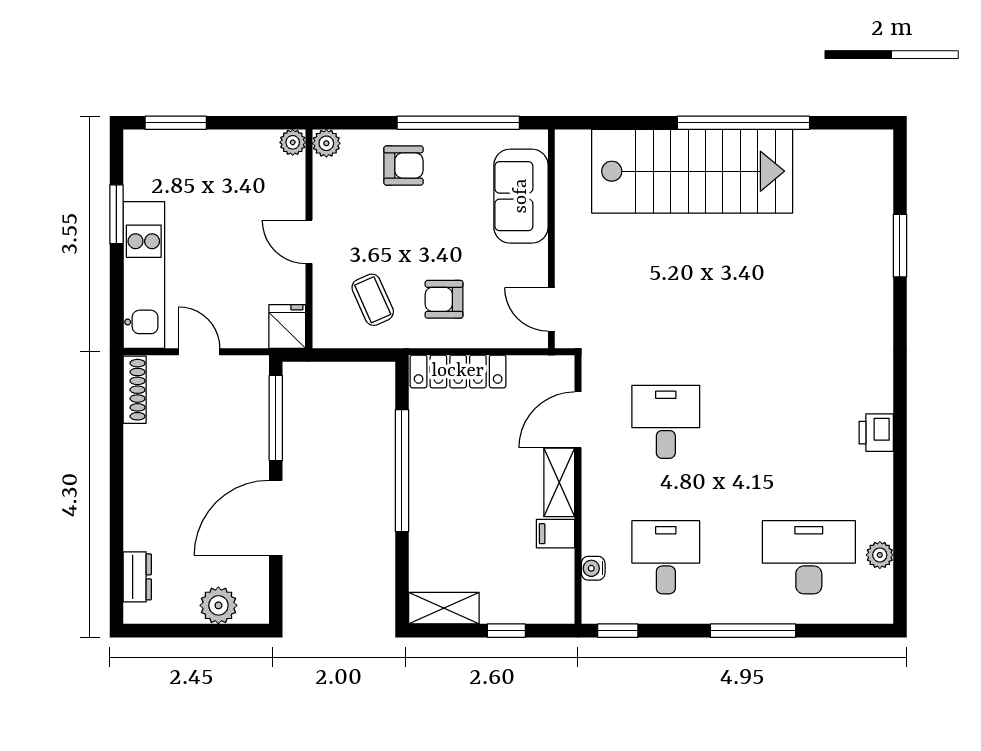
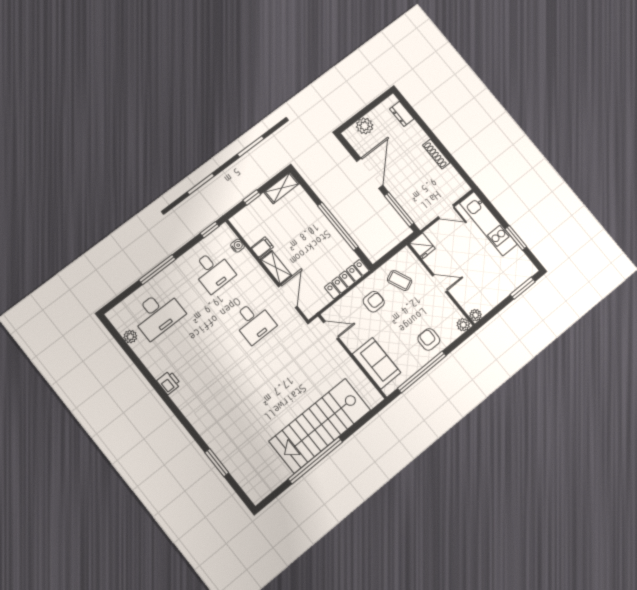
armchair: (403, 166) -> (429, 339), turned 90
shoe rack: (135, 390) -> (436, 154), moved

